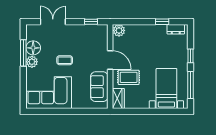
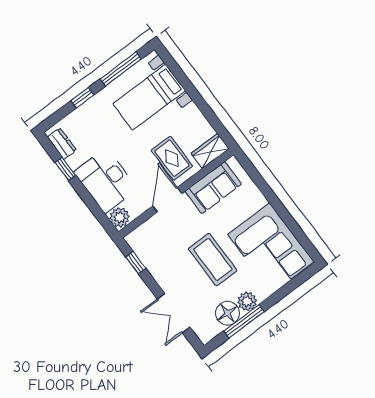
desk: (142, 37) -> (106, 181), added
coffee table: (65, 60) -> (213, 260), width x1.86, depth x1.72

